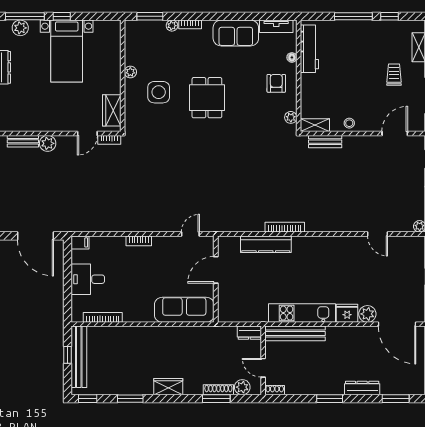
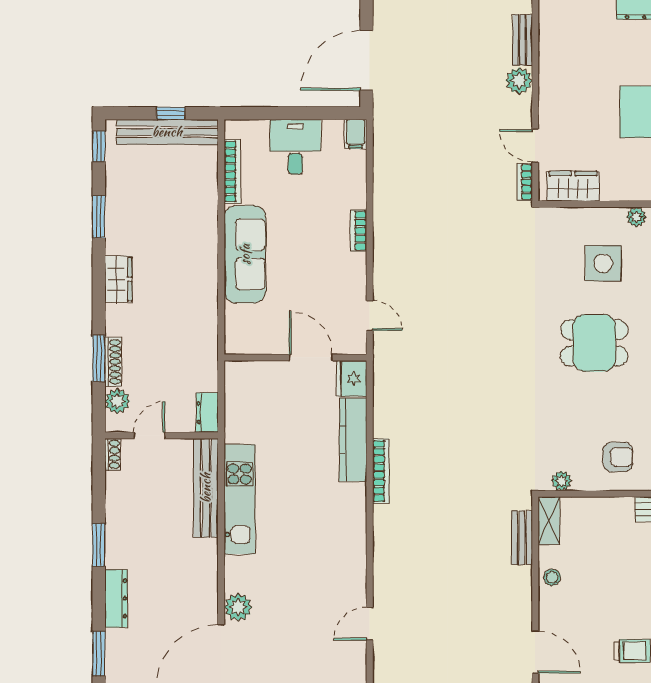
sofa: (184, 310) -> (245, 254), moved
fridge: (347, 313) -> (352, 379), moved, turned 180

